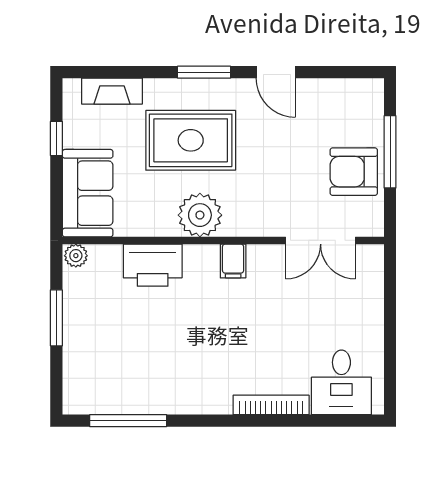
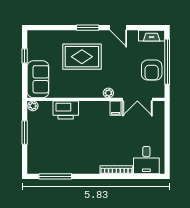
fireplace: (112, 91) -> (152, 36), moved
window: (390, 152) -> (167, 62), width x1.46
armchair: (354, 172) -> (152, 70), turned -90
plant: (200, 215) -> (108, 93), moved, width x0.53, depth x0.53
filing cabinet: (233, 261) -> (116, 108), moved

